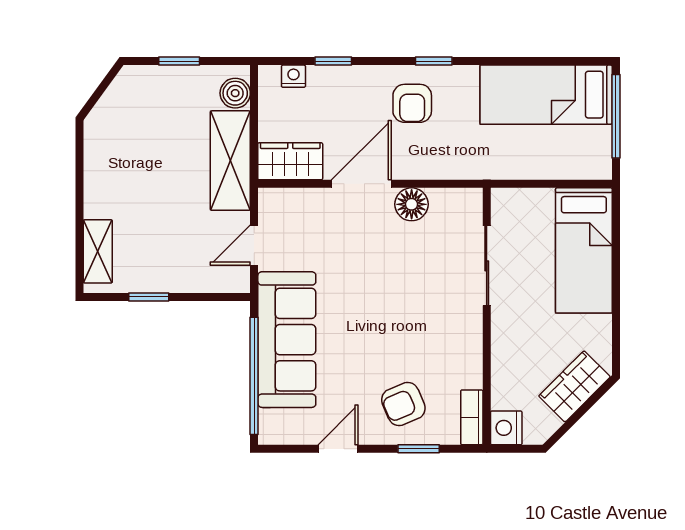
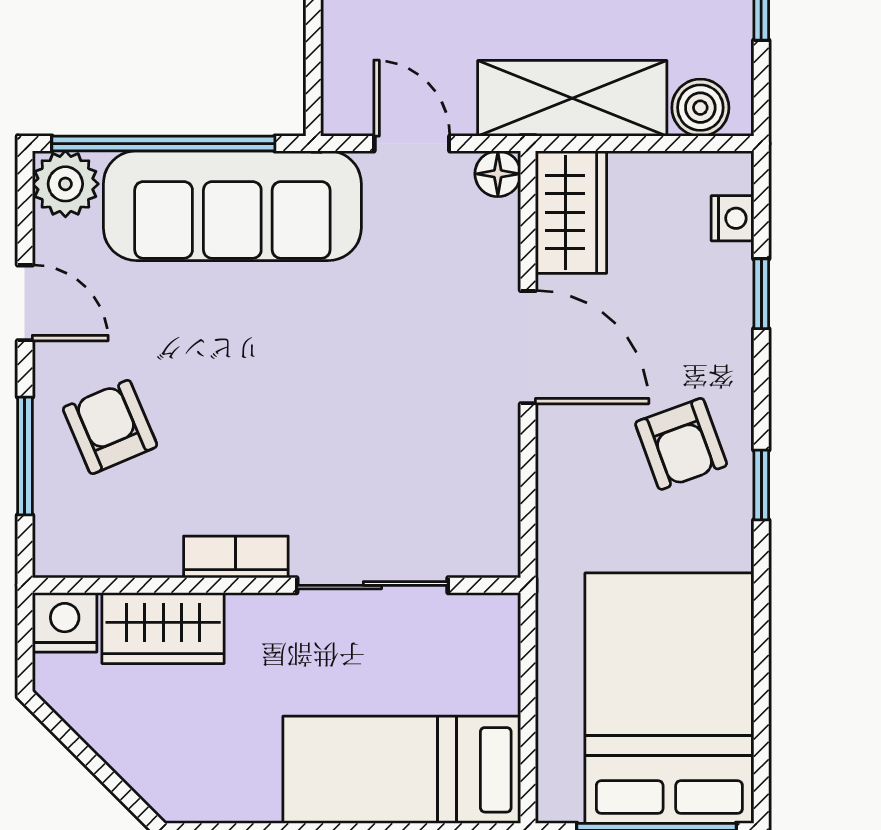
bed: (546, 95) -> (669, 698), width x1.50
armchair: (412, 103) -> (681, 444), turned -110
floor lamp: (412, 204) -> (498, 174), moved, width x0.73, depth x0.73
wardrobe: (574, 386) -> (163, 628), moved, turned 135
bookcase: (472, 417) -> (236, 557), moved
plant: (275, 428) -> (65, 184), added
window: (419, 449) -> (25, 456), width x1.50

